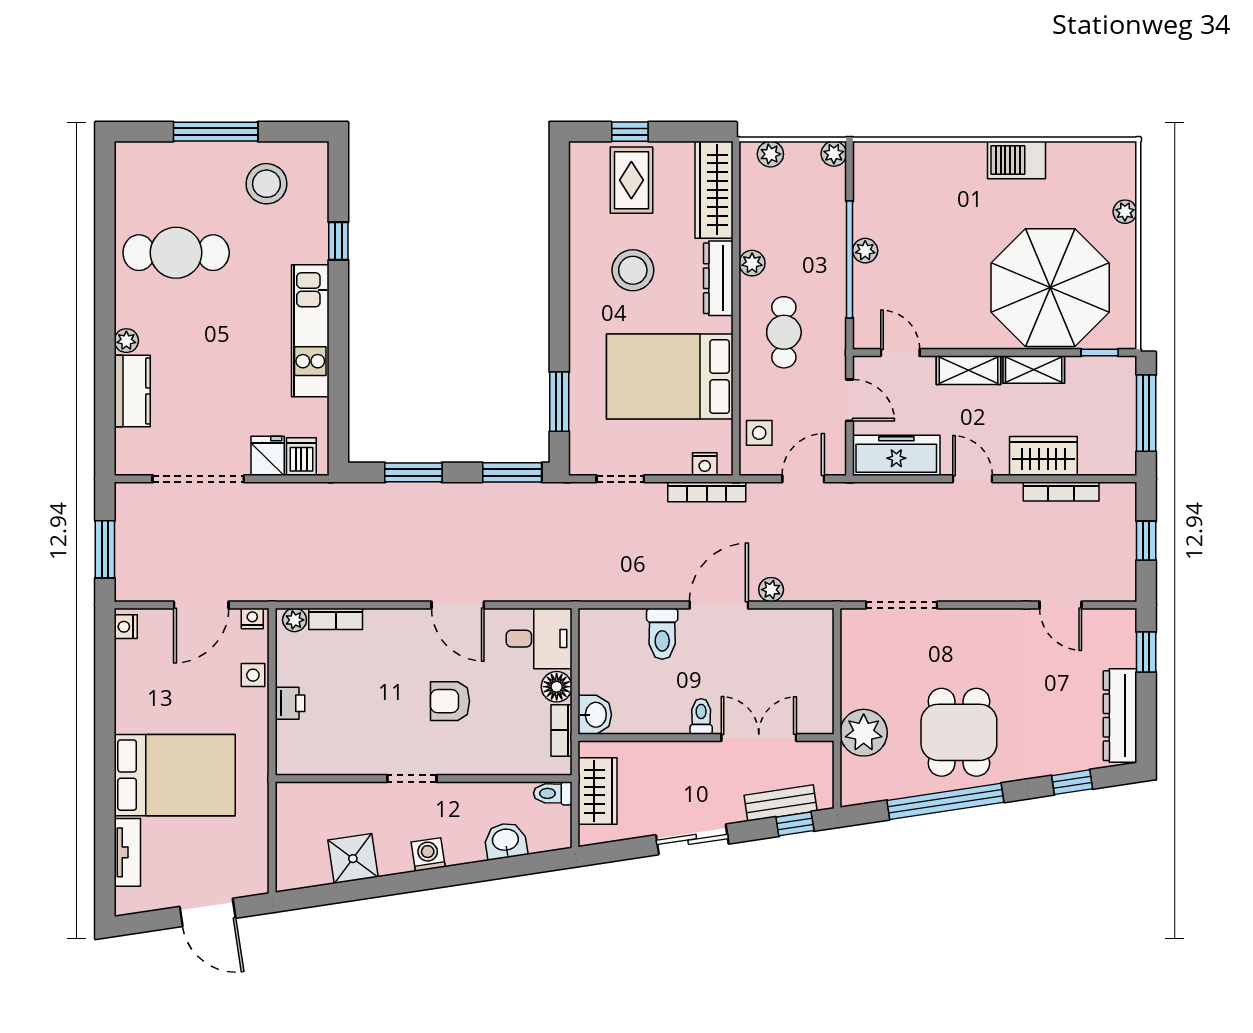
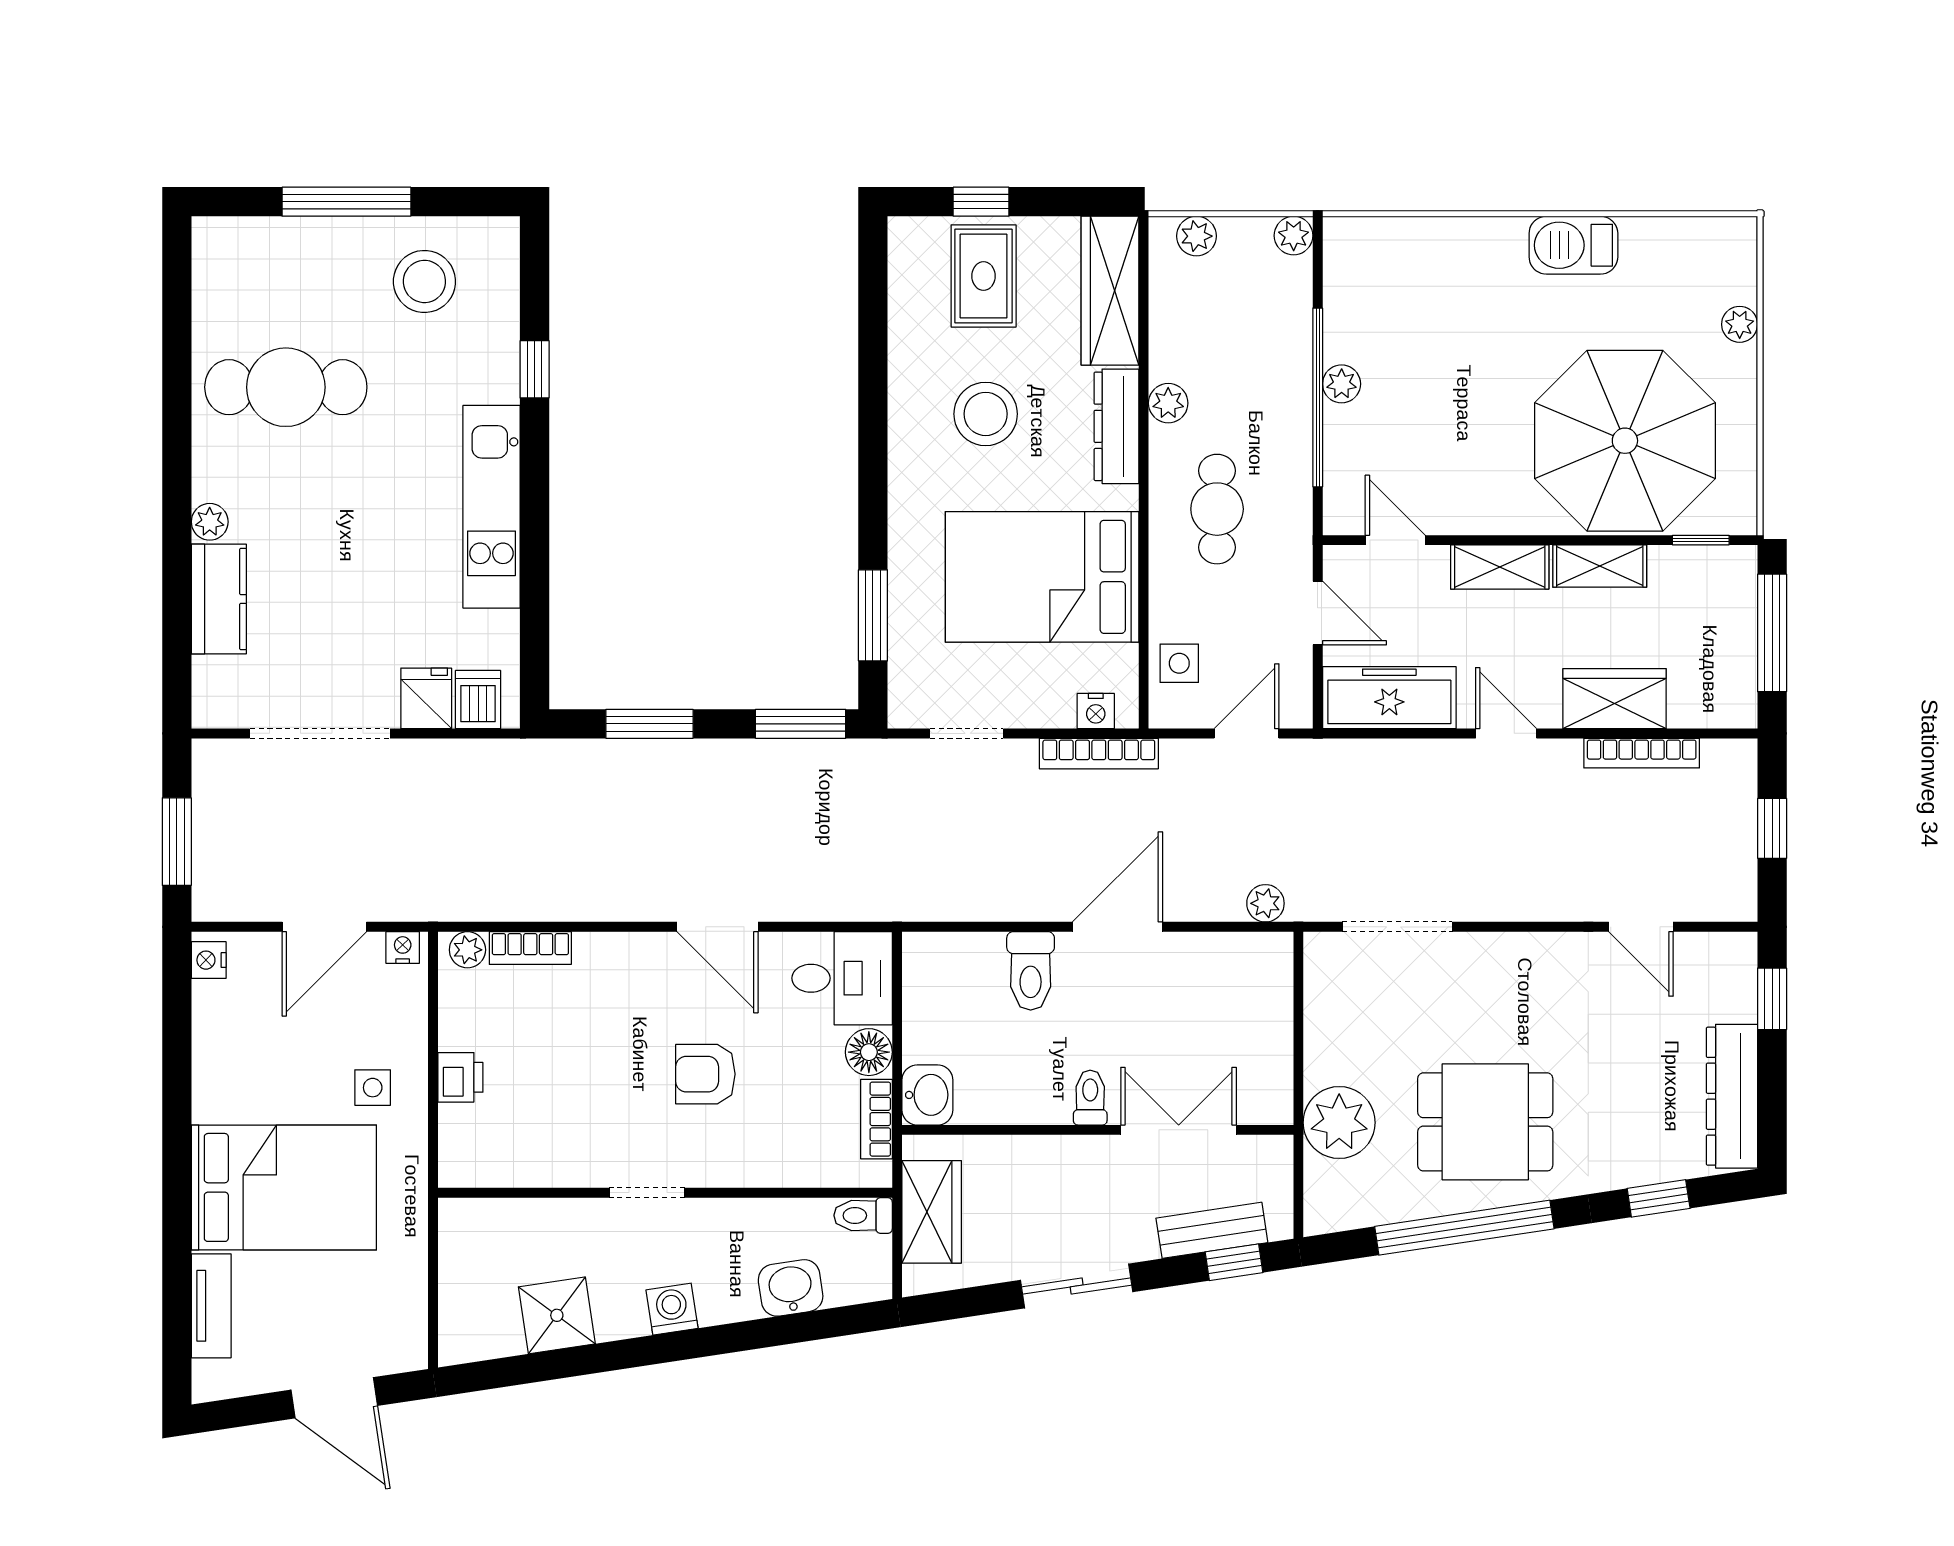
plant: (771, 590) -> (1265, 903), moved
side table: (253, 675) -> (373, 1088), moved
dining table: (959, 732) -> (1485, 1122), turned 90

